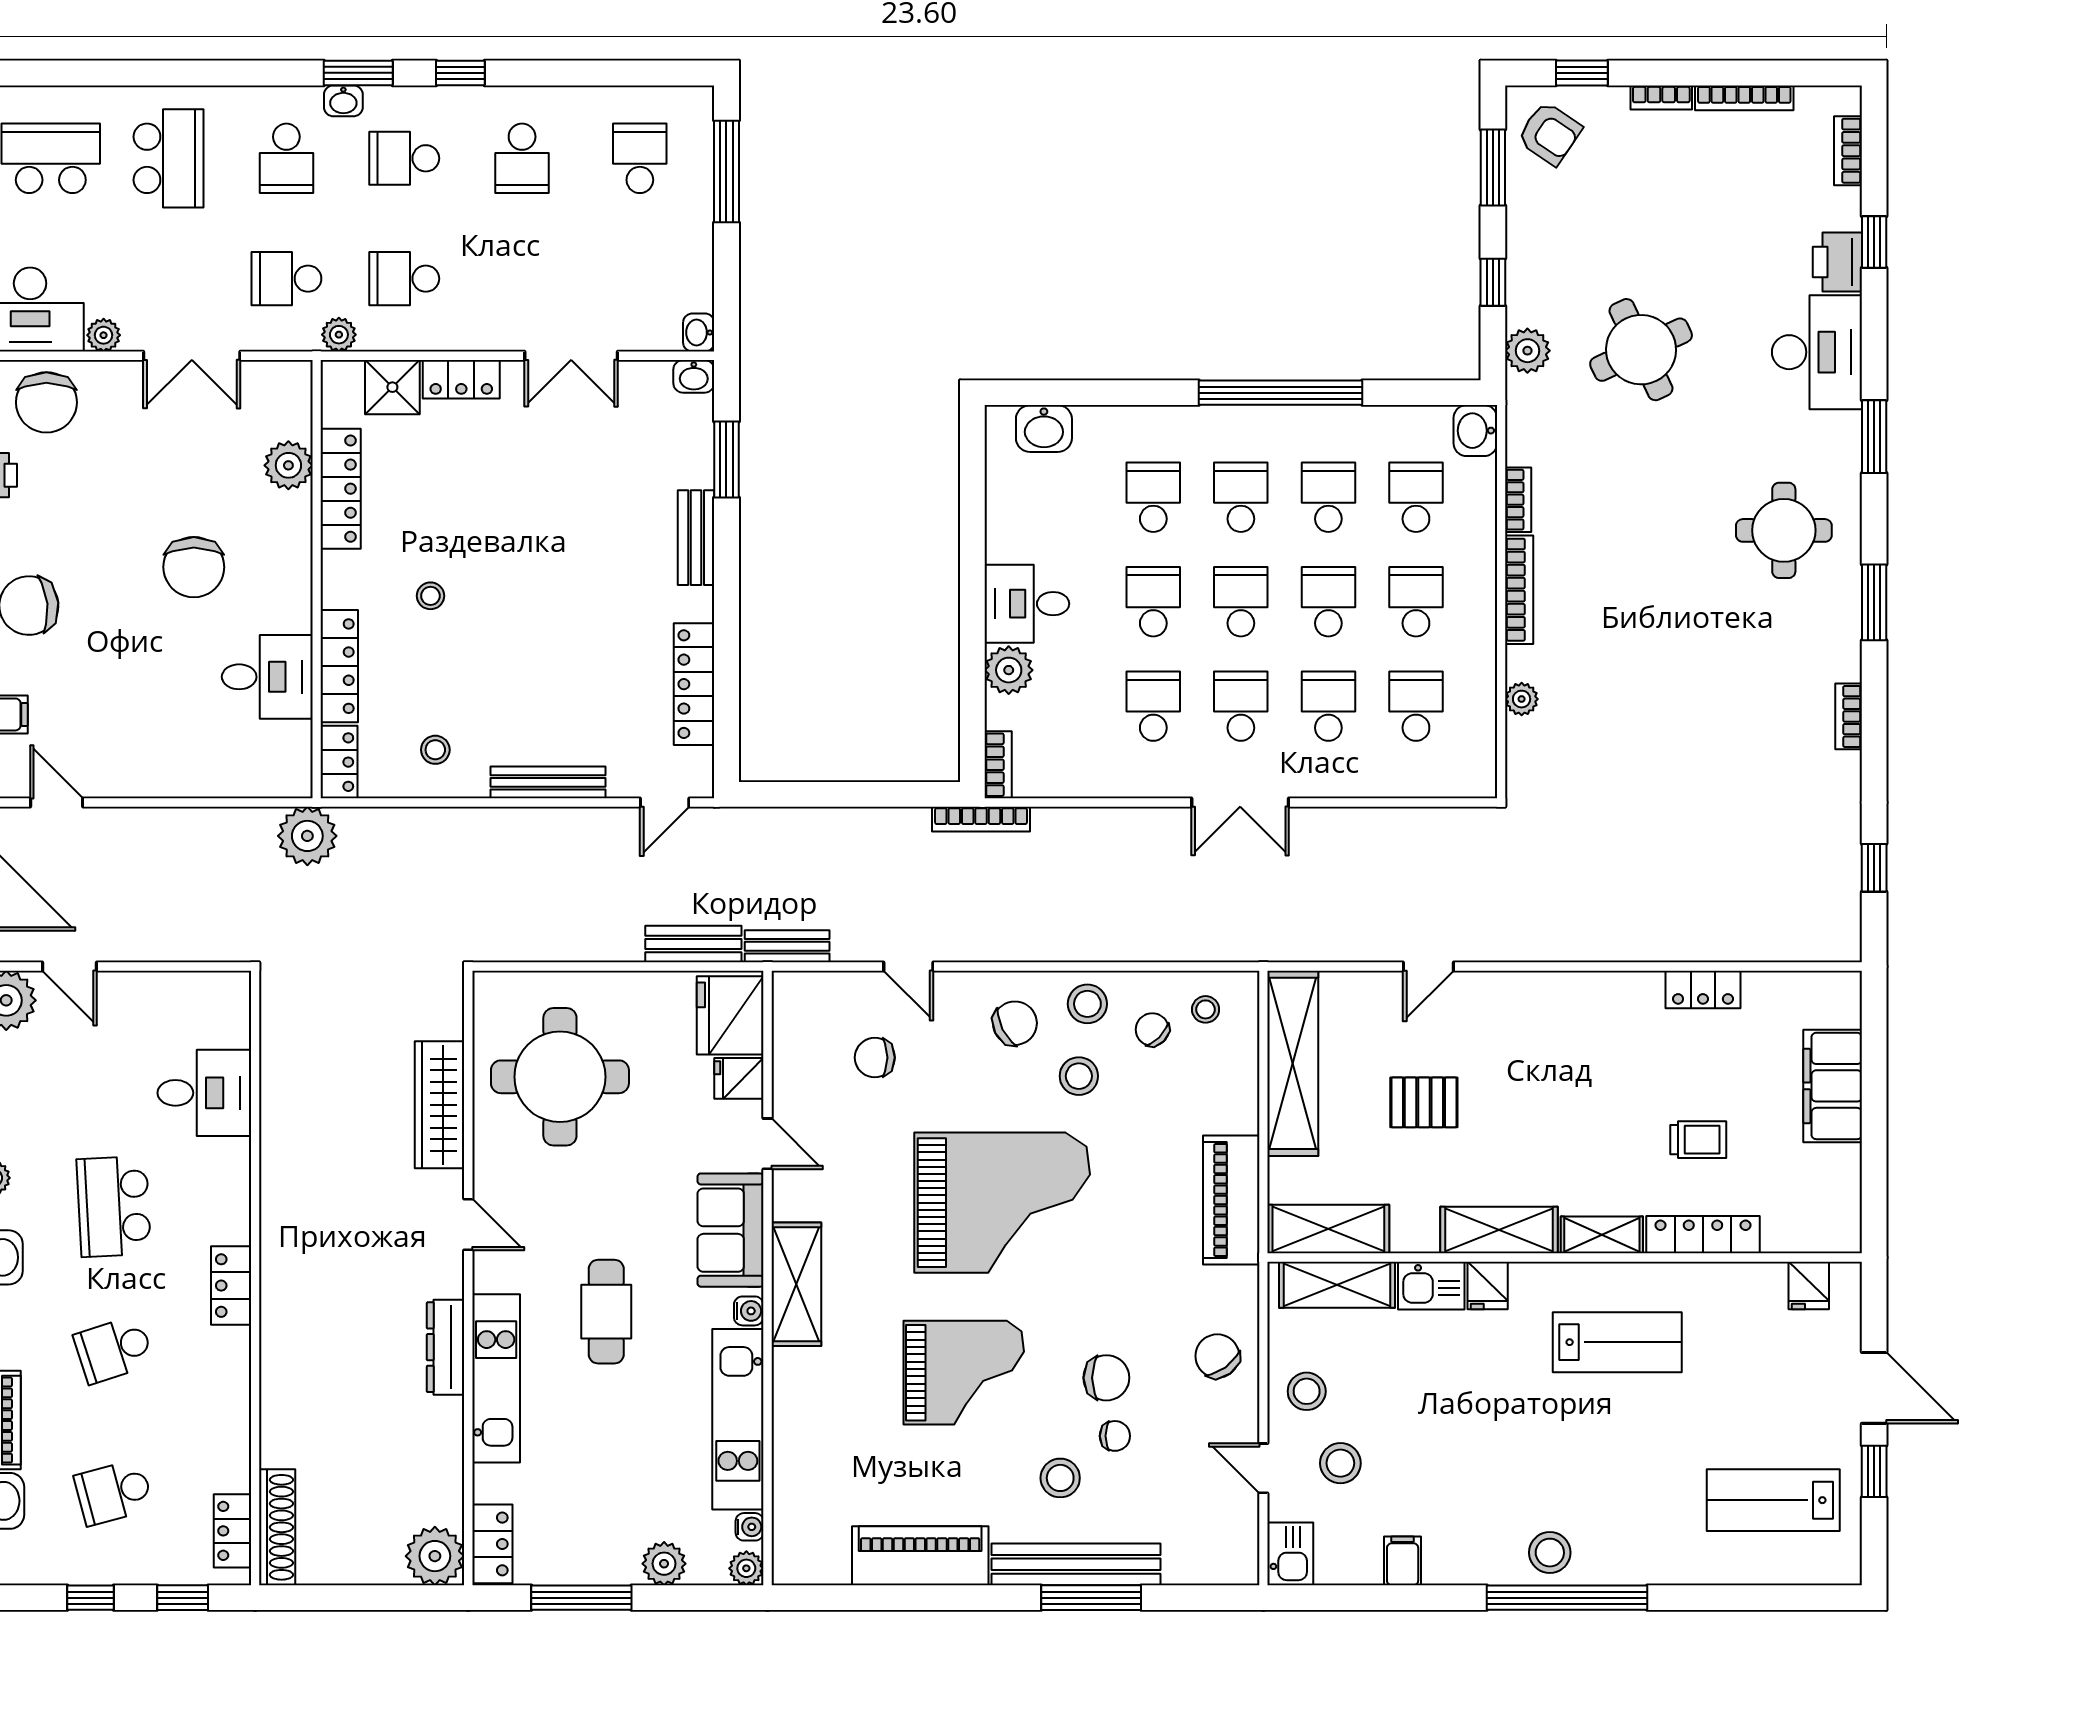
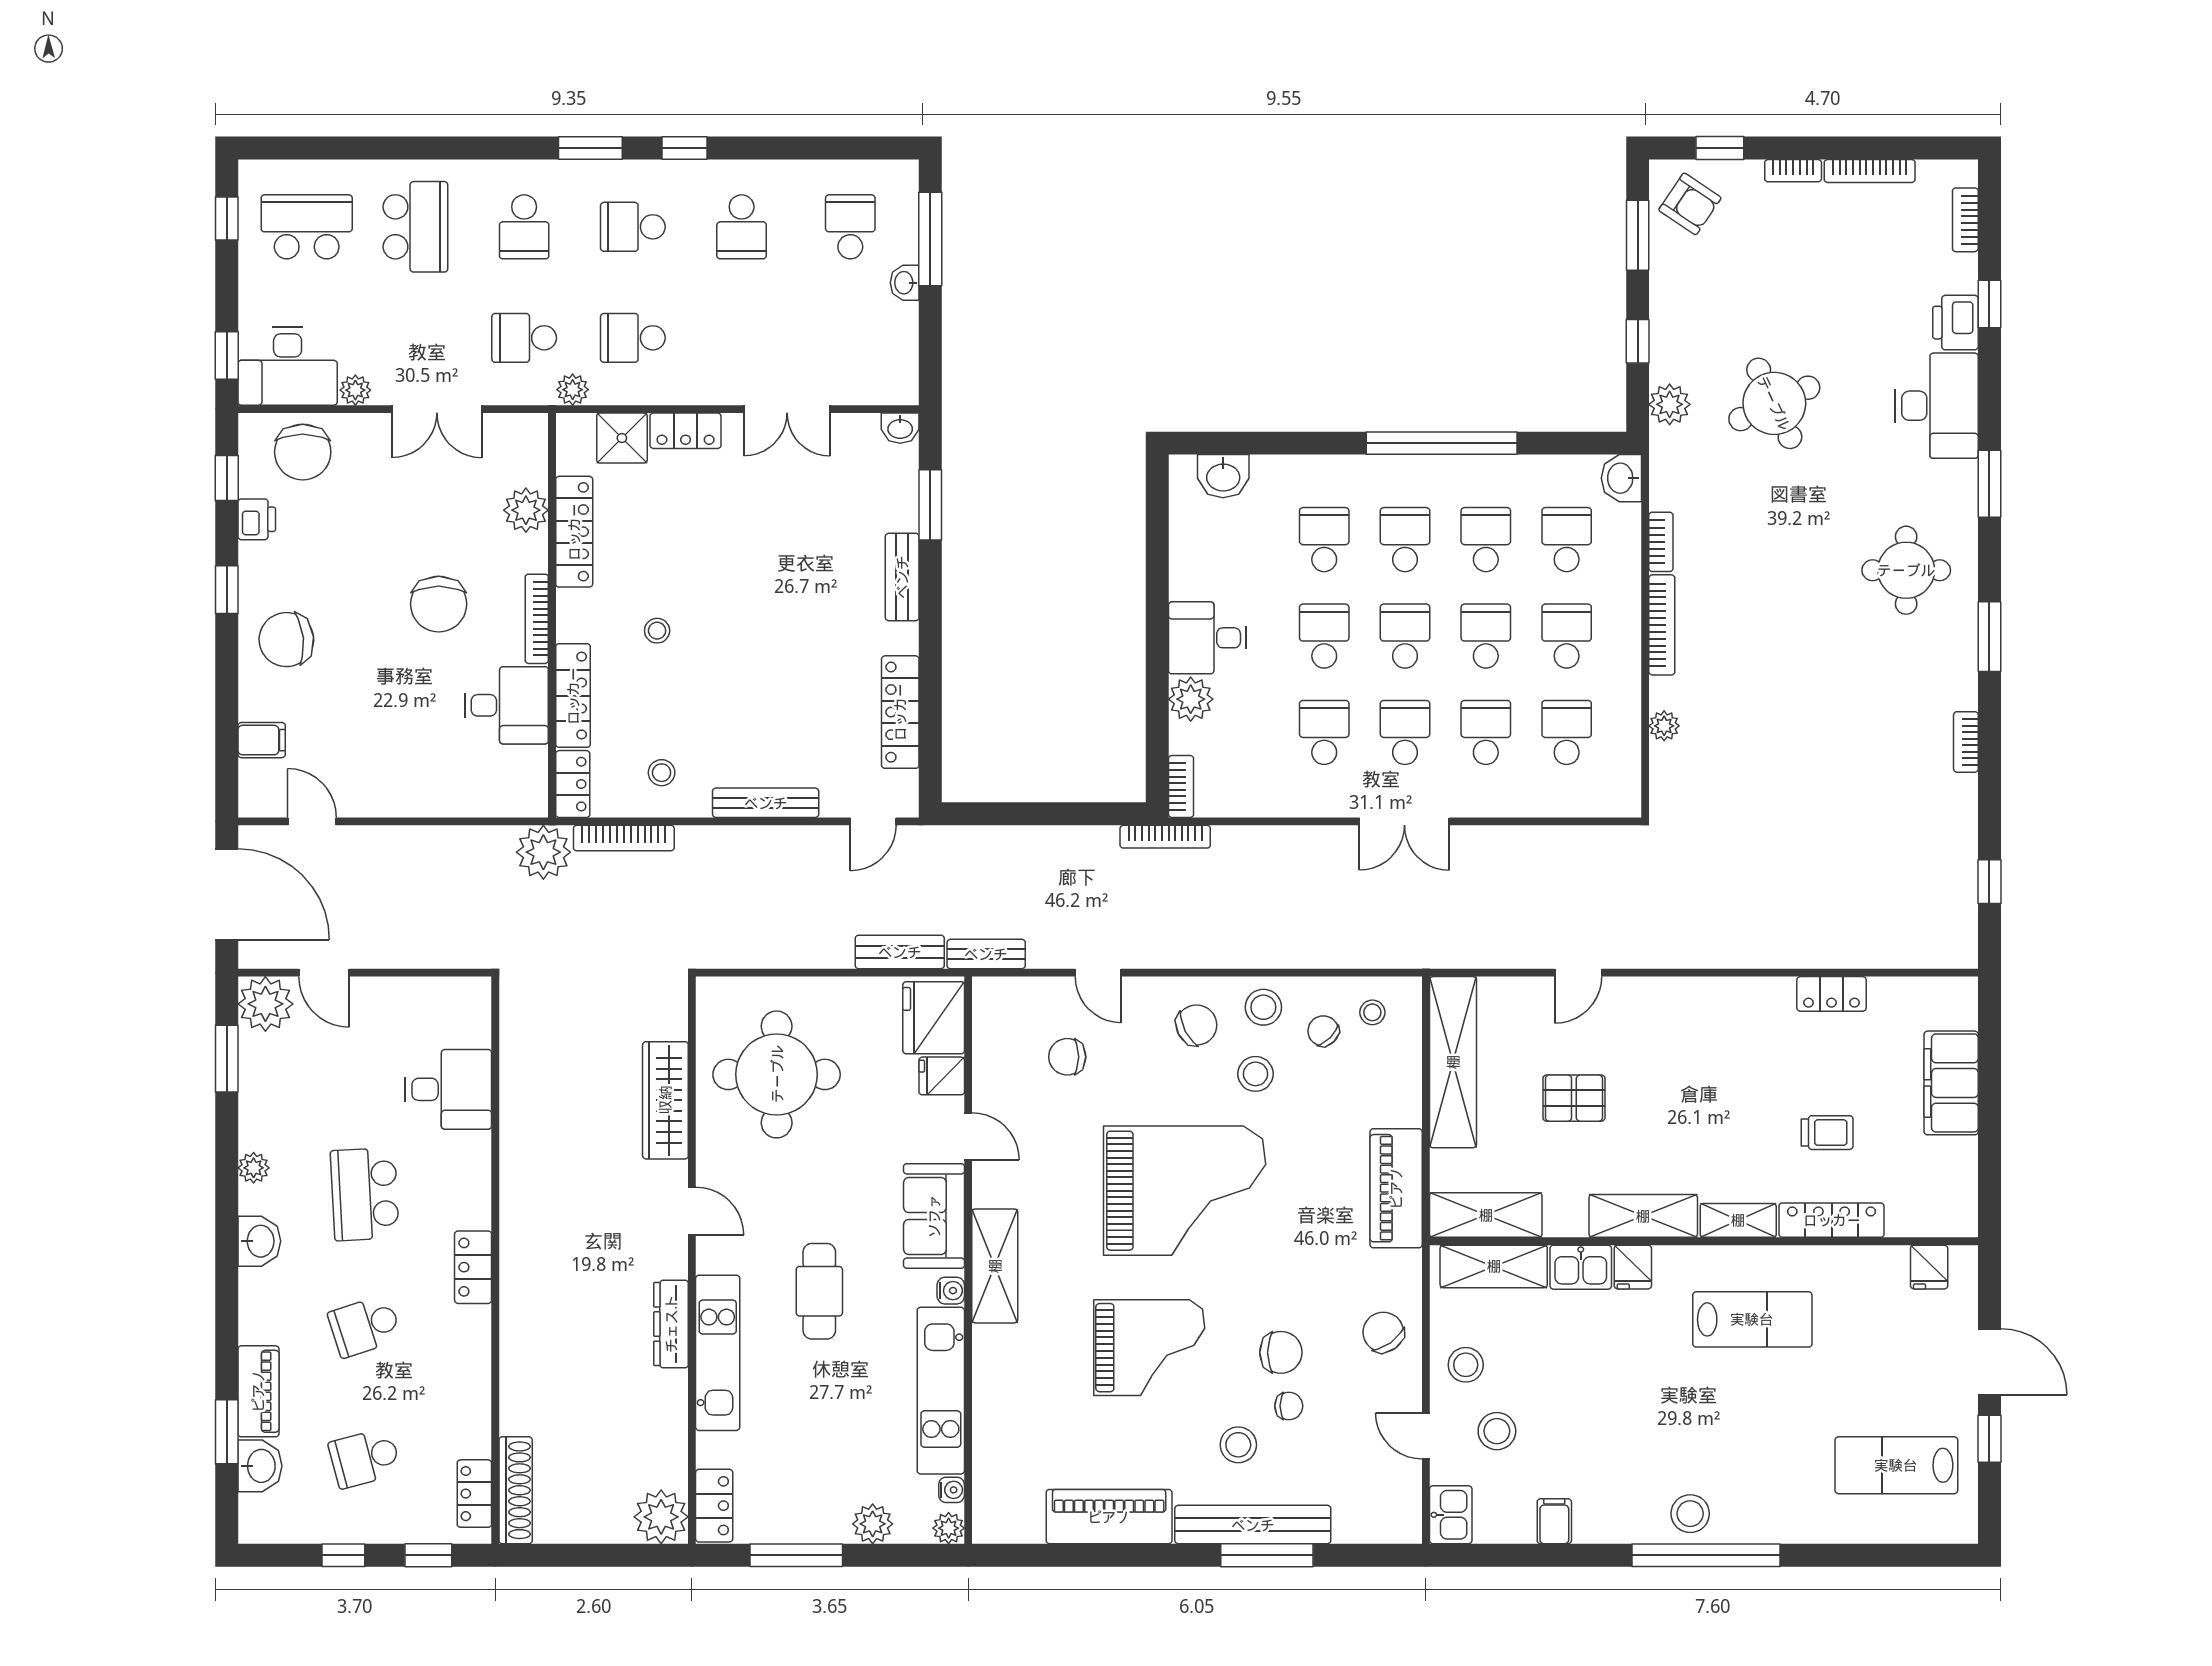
washbasin: (343, 101) -> (577, 174), removed
washbasin: (699, 333) -> (905, 283), moved
bookcase: (300, 583) -> (537, 619), added
bookcase: (394, 821) -> (624, 838), added

